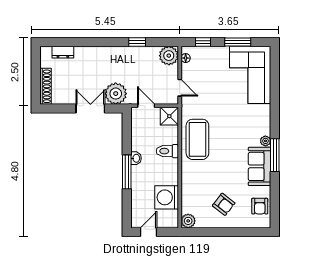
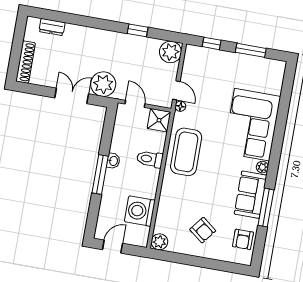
floor lamp: (186, 58) -> (180, 106), moved
corner sofa: (250, 75) -> (252, 125), moved
window: (275, 155) -> (266, 208), moved

